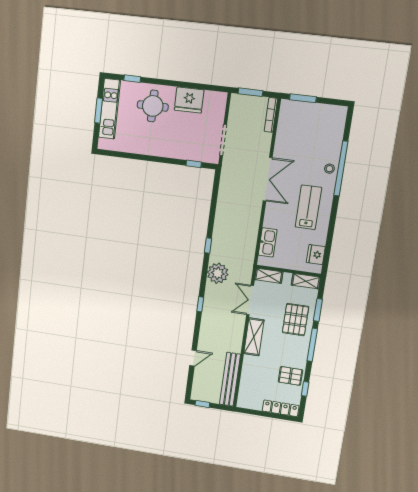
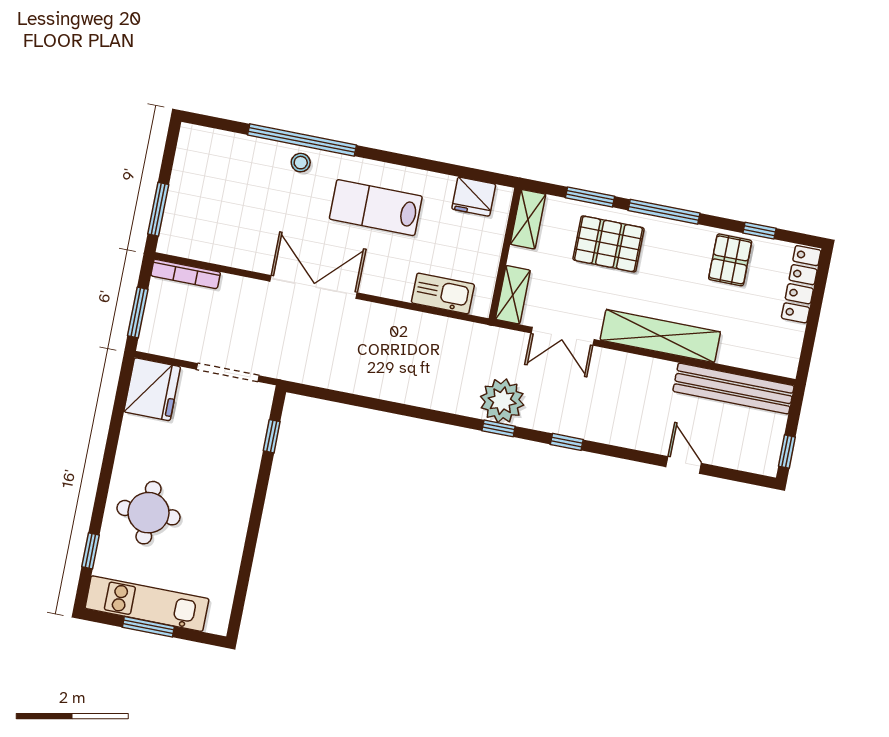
fridge: (189, 100) -> (152, 389), moved
window: (208, 245) -> (499, 428), moved
shelving: (254, 337) -> (660, 336), width x1.47

